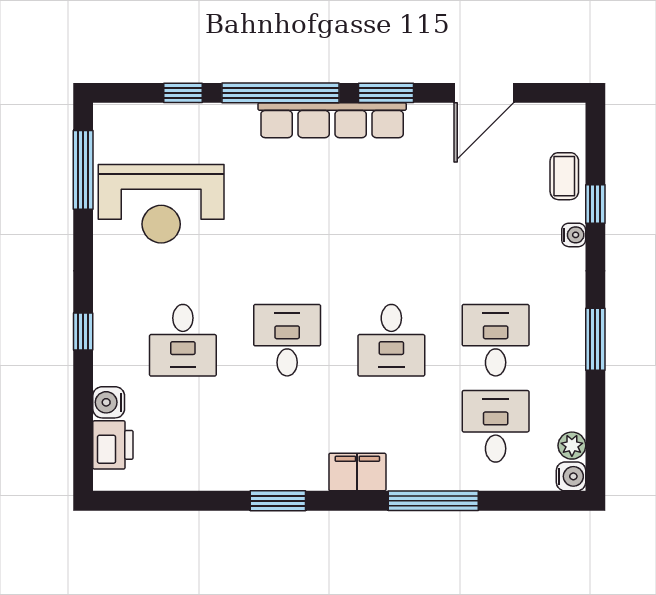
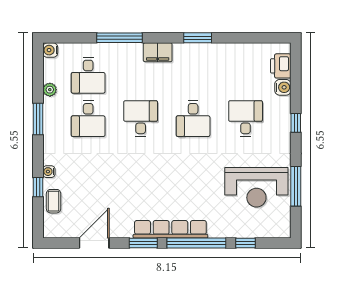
window: (83, 170) -> (296, 186), moved
reception desk: (161, 204) -> (256, 187), turned 180
plant: (572, 446) -> (50, 90), moved

